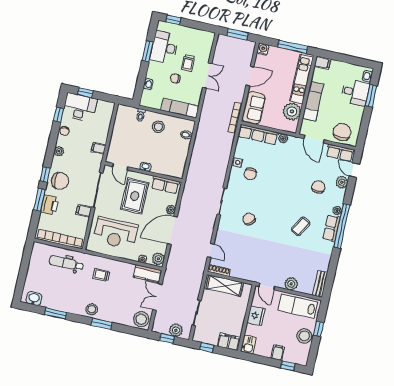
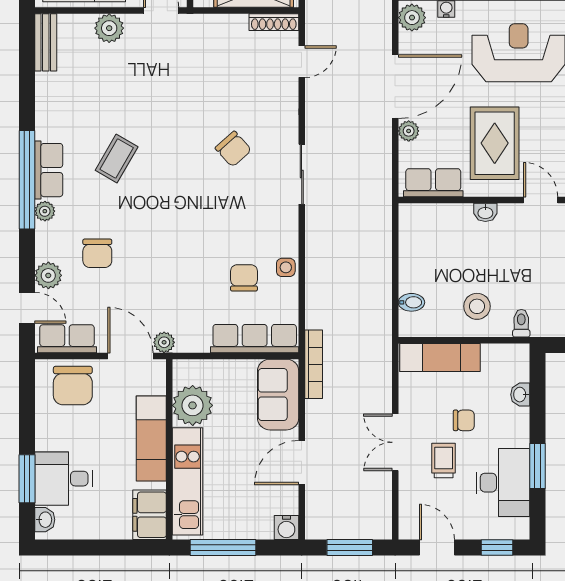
door: (199, 26) -> (437, 547), added
filing cabinet: (323, 63) -> (150, 515), width x2.00
plant: (283, 138) -> (164, 342), moved
chair: (250, 174) -> (244, 278), moved
door: (211, 250) -> (302, 62), swing flipped

